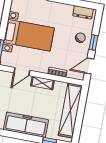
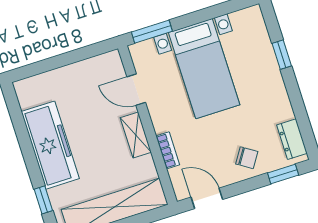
window: (94, 43) -> (283, 174), moved

